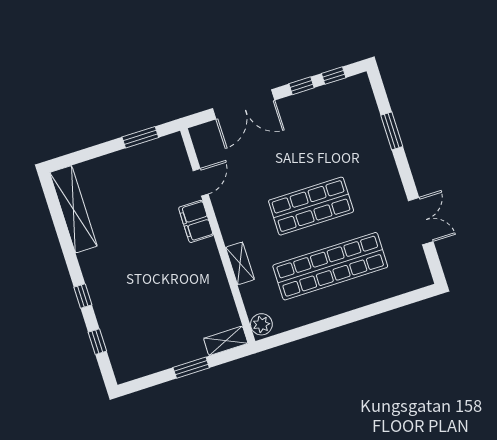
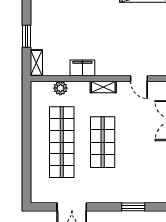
filing cabinet: (196, 221) -> (82, 68), moved
shelving: (240, 263) -> (103, 87), moved
plant: (261, 324) -> (60, 88), moved

